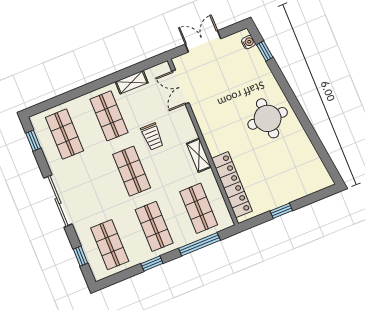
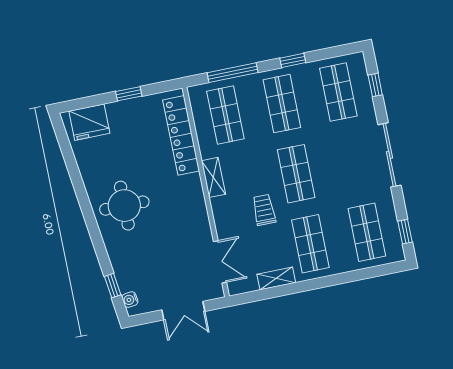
fridge: (309, 181) -> (89, 122), added

